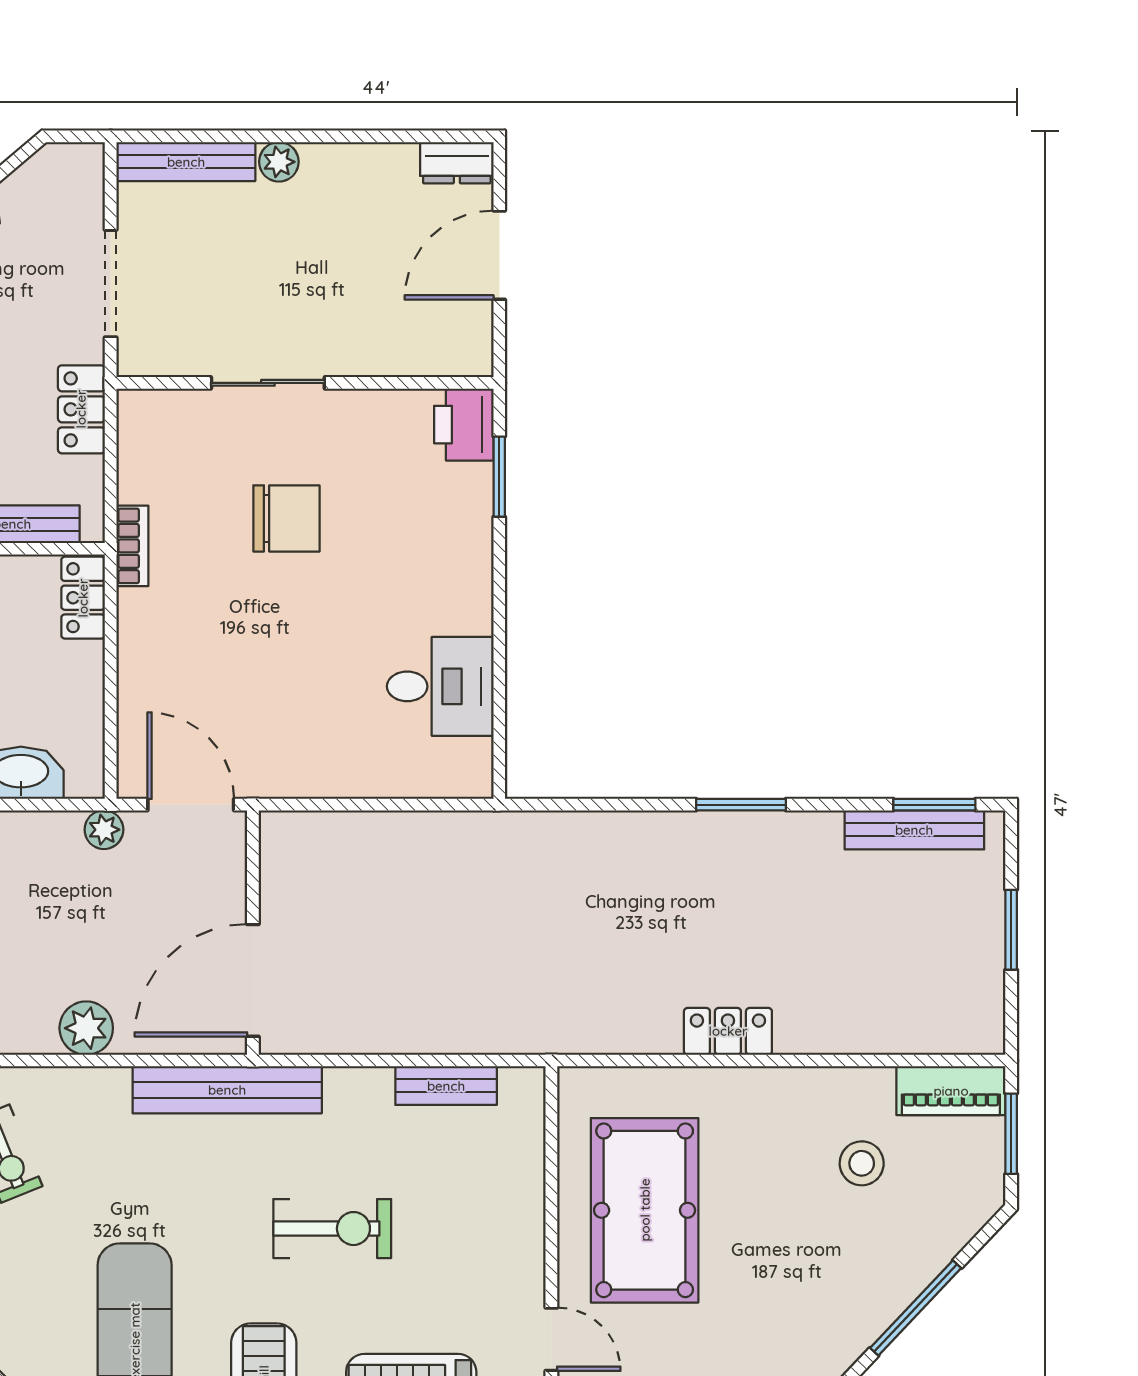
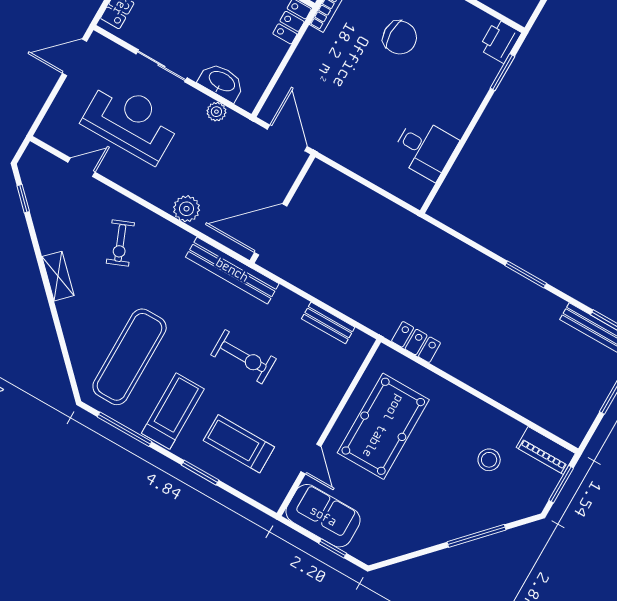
plant: (104, 830) -> (216, 112), moved
locker: (728, 1031) -> (416, 342), moved

